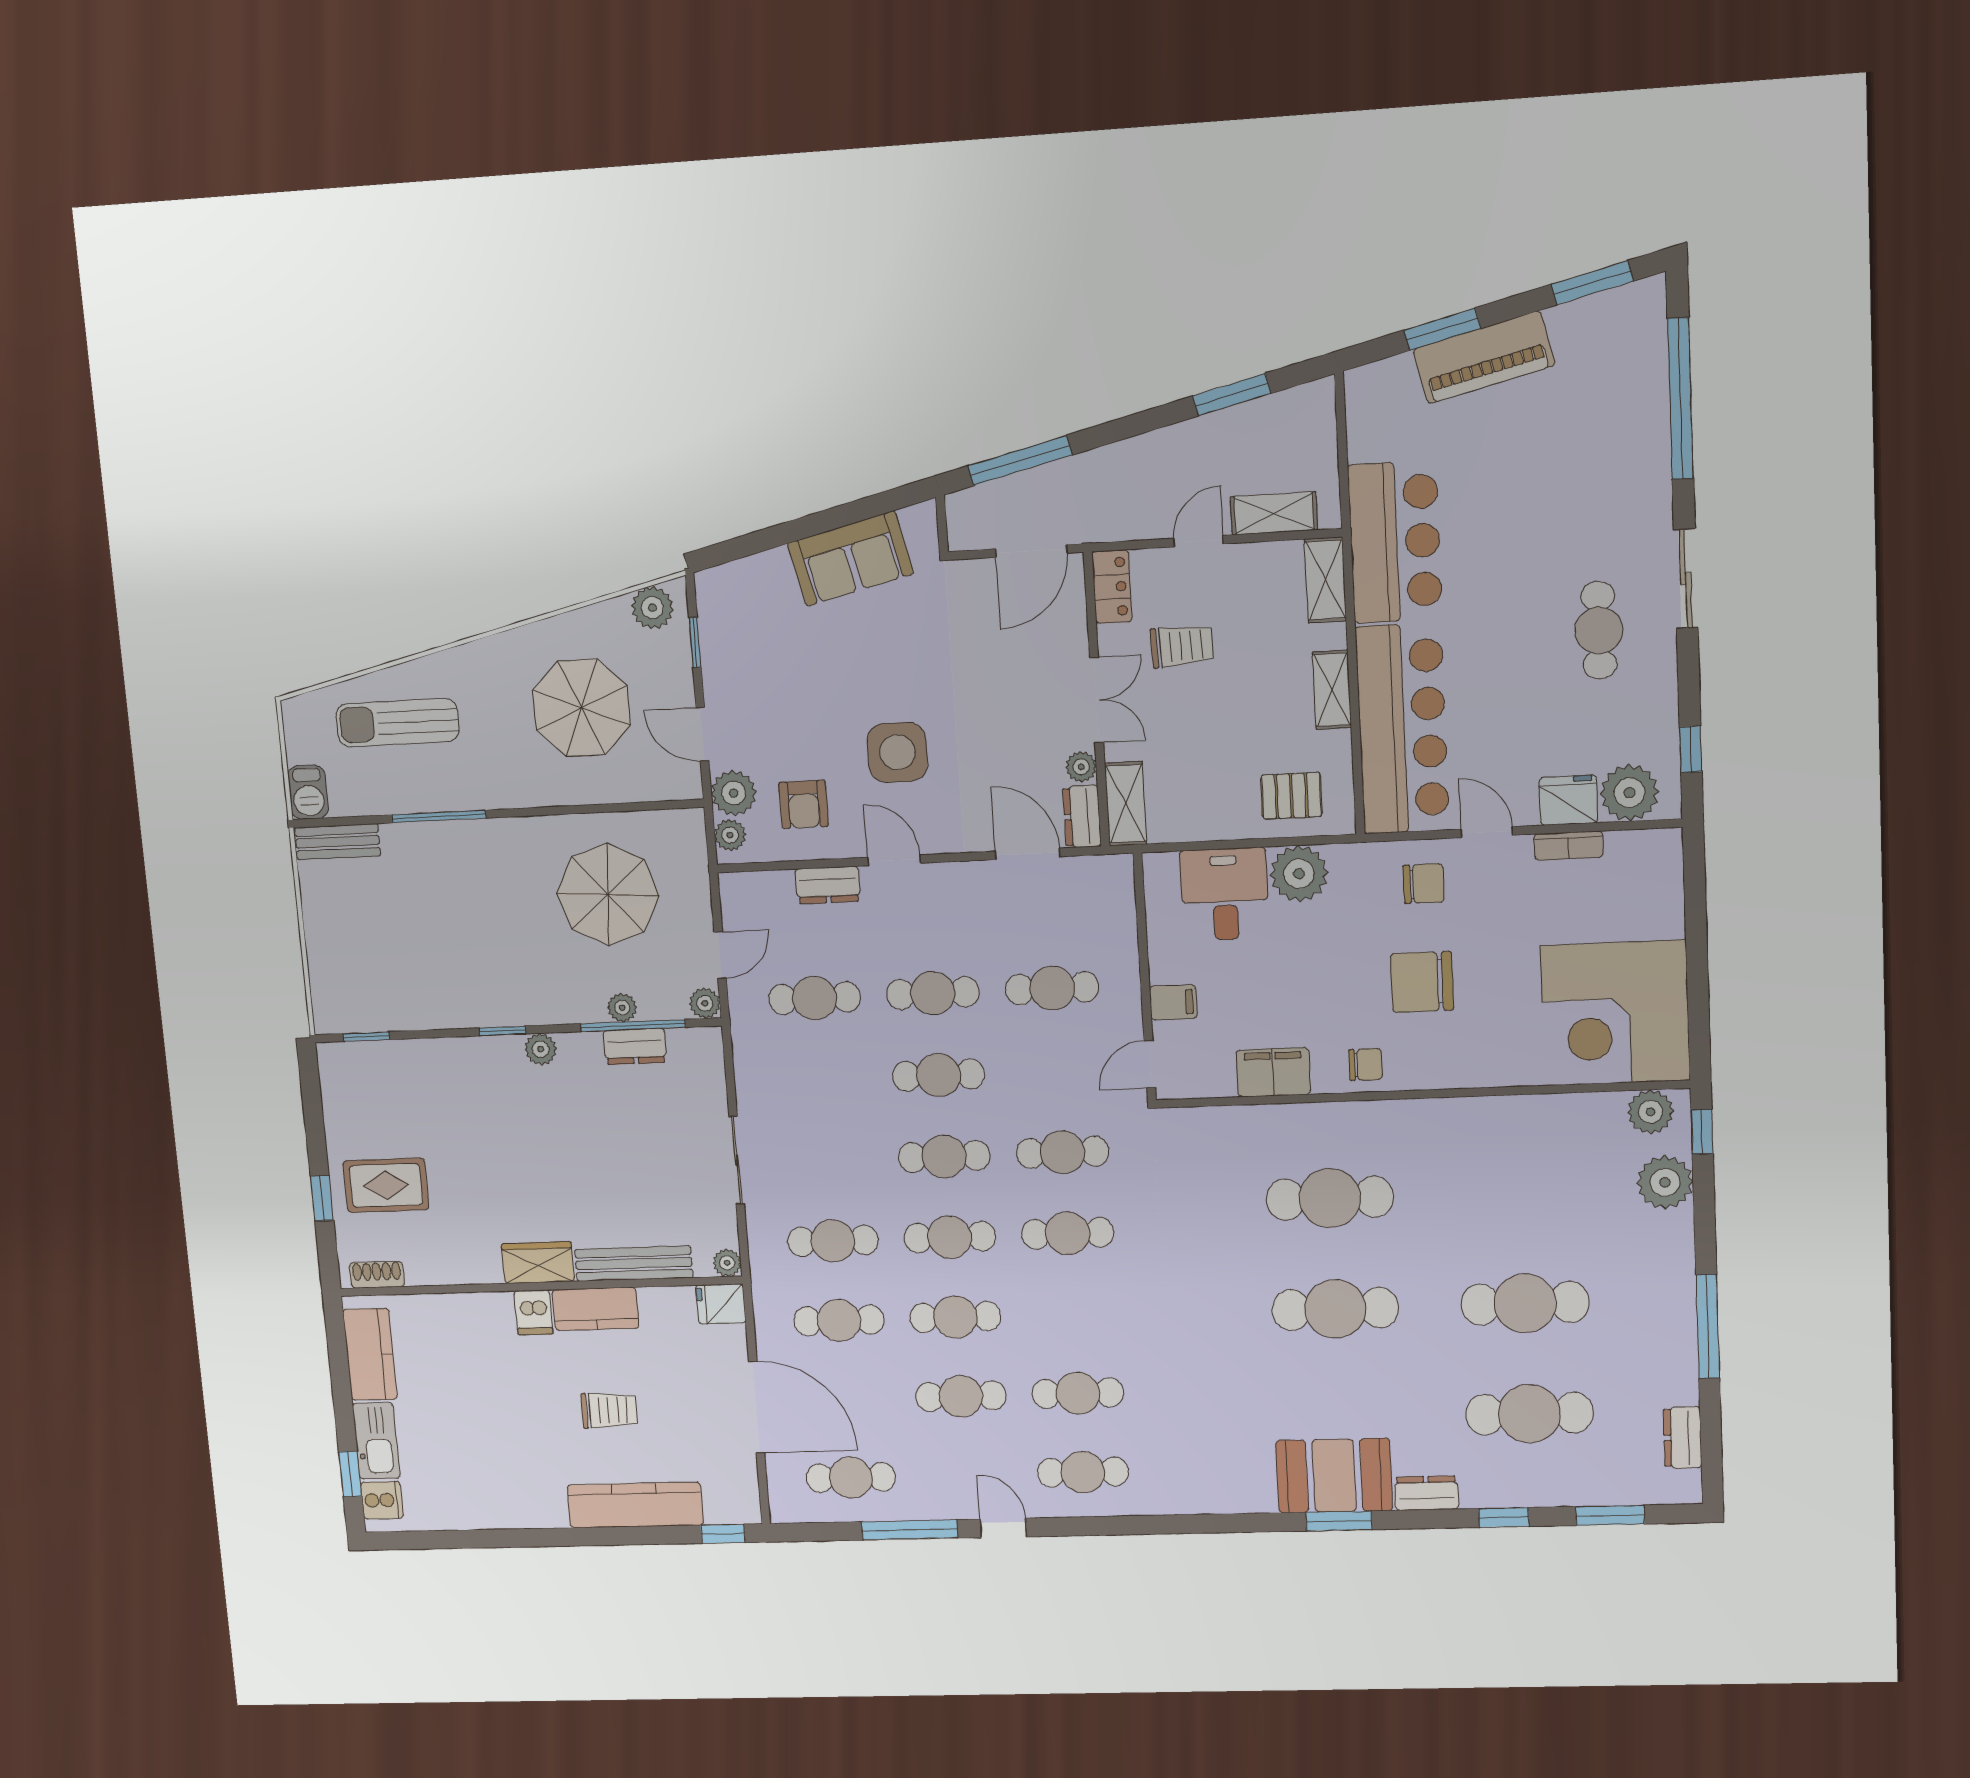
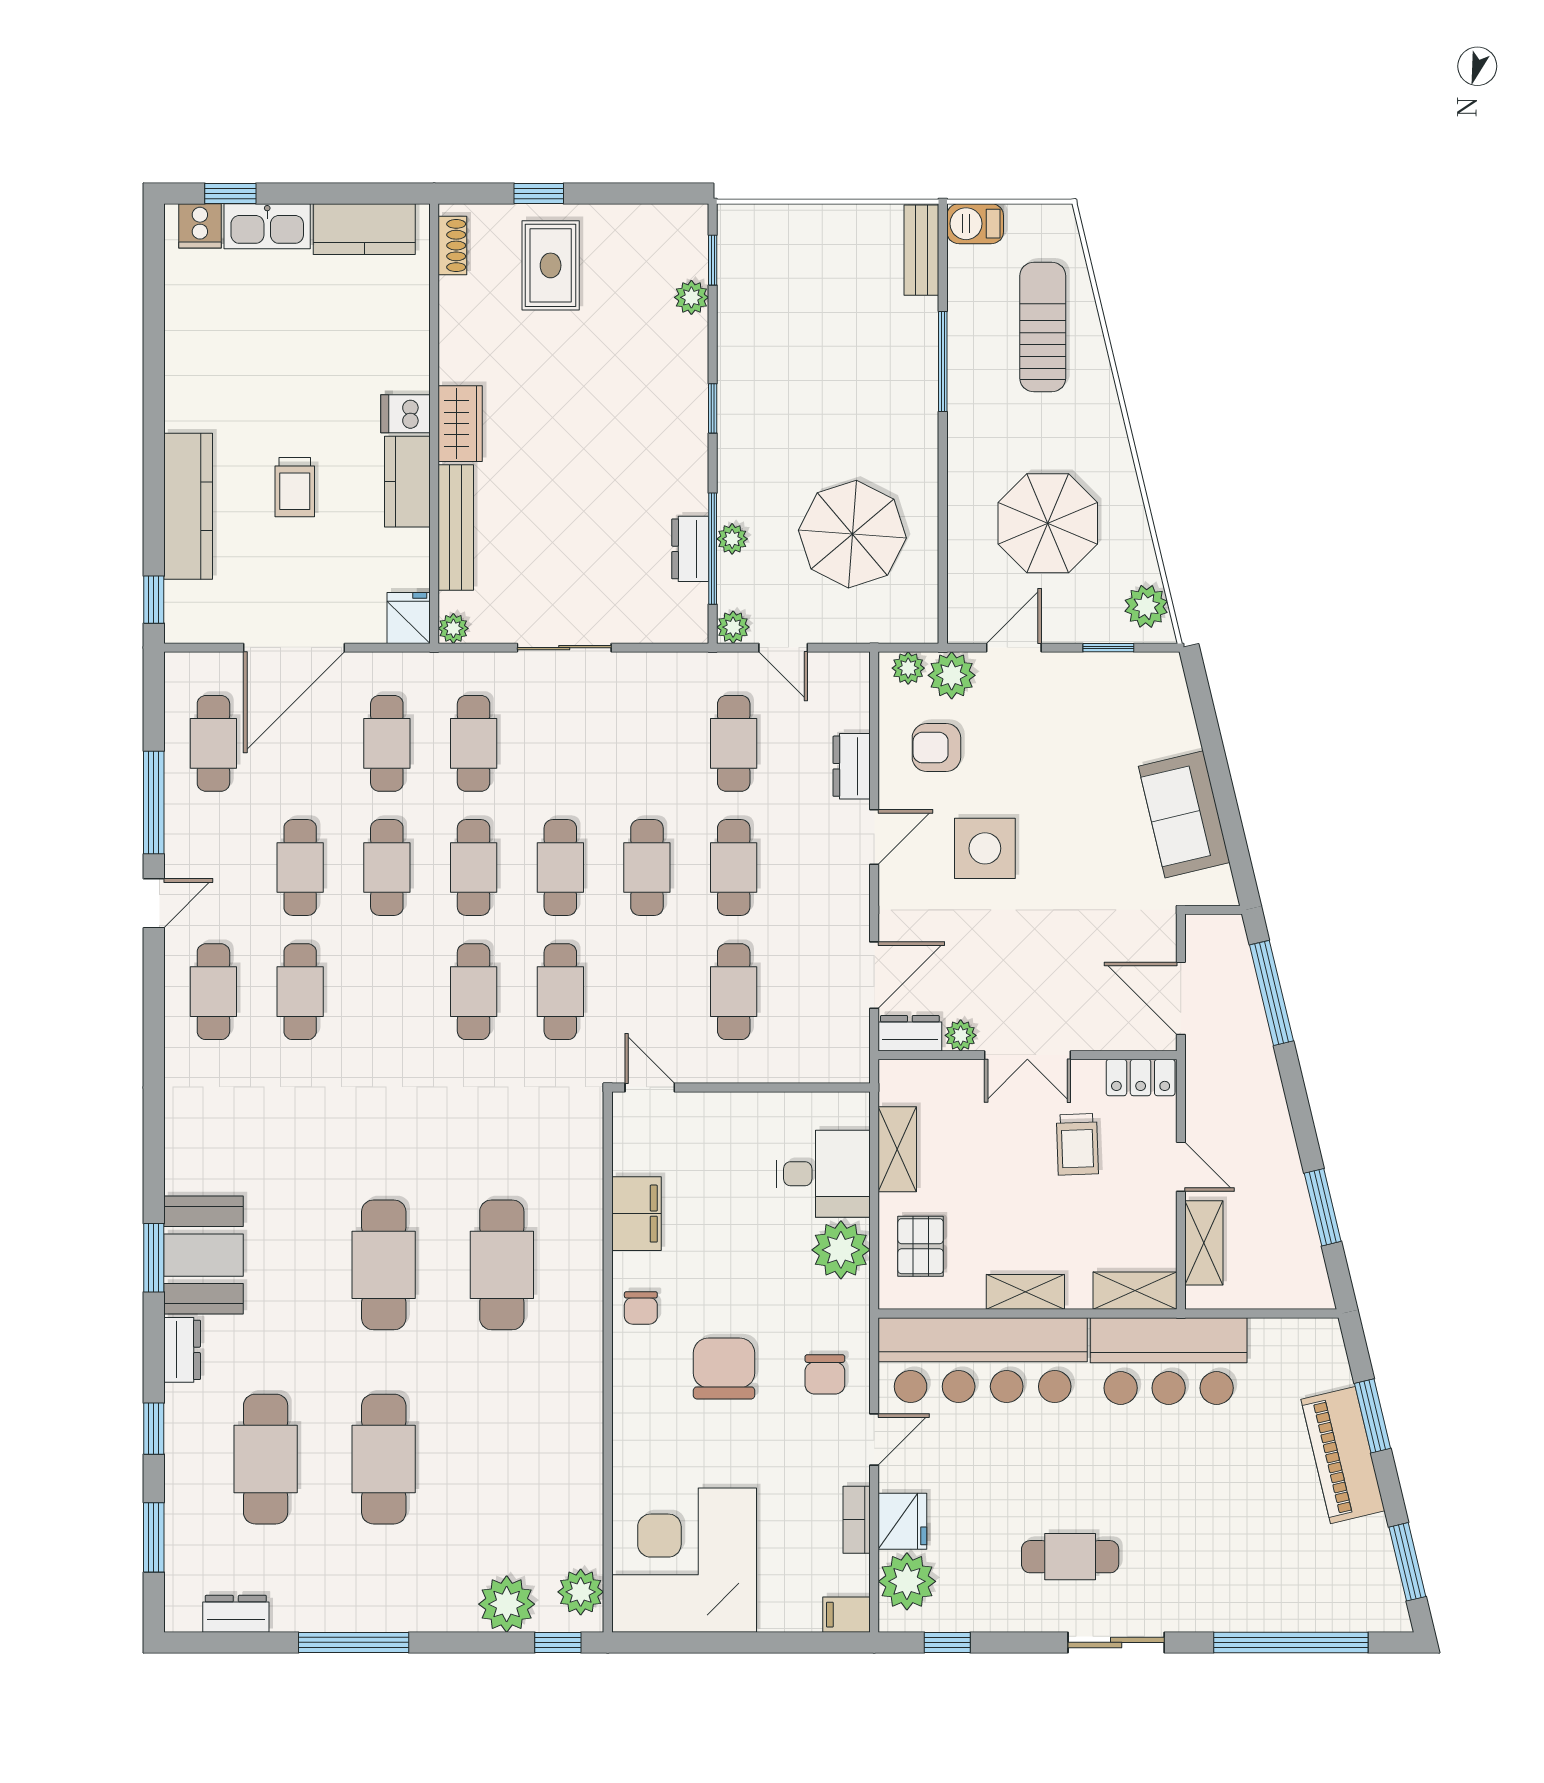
shelving: (1126, 804) -> (897, 1149), moved, turned 90
filing cabinet: (1173, 1002) -> (846, 1615), moved, turned 90
plant: (541, 1049) -> (691, 297), moved

